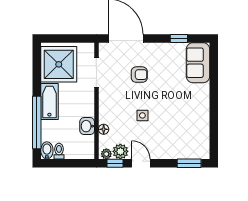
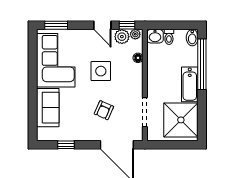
sofa: (198, 63) -> (48, 108), moved
armchair: (139, 75) -> (104, 110), turned -66
side table: (142, 115) -> (101, 71), width x1.87, depth x1.87
washbasin: (87, 126) -> (155, 36), moved, turned 90
corner sofa: (190, 127) -> (56, 60), added
toilet: (59, 151) -> (169, 37), moved

